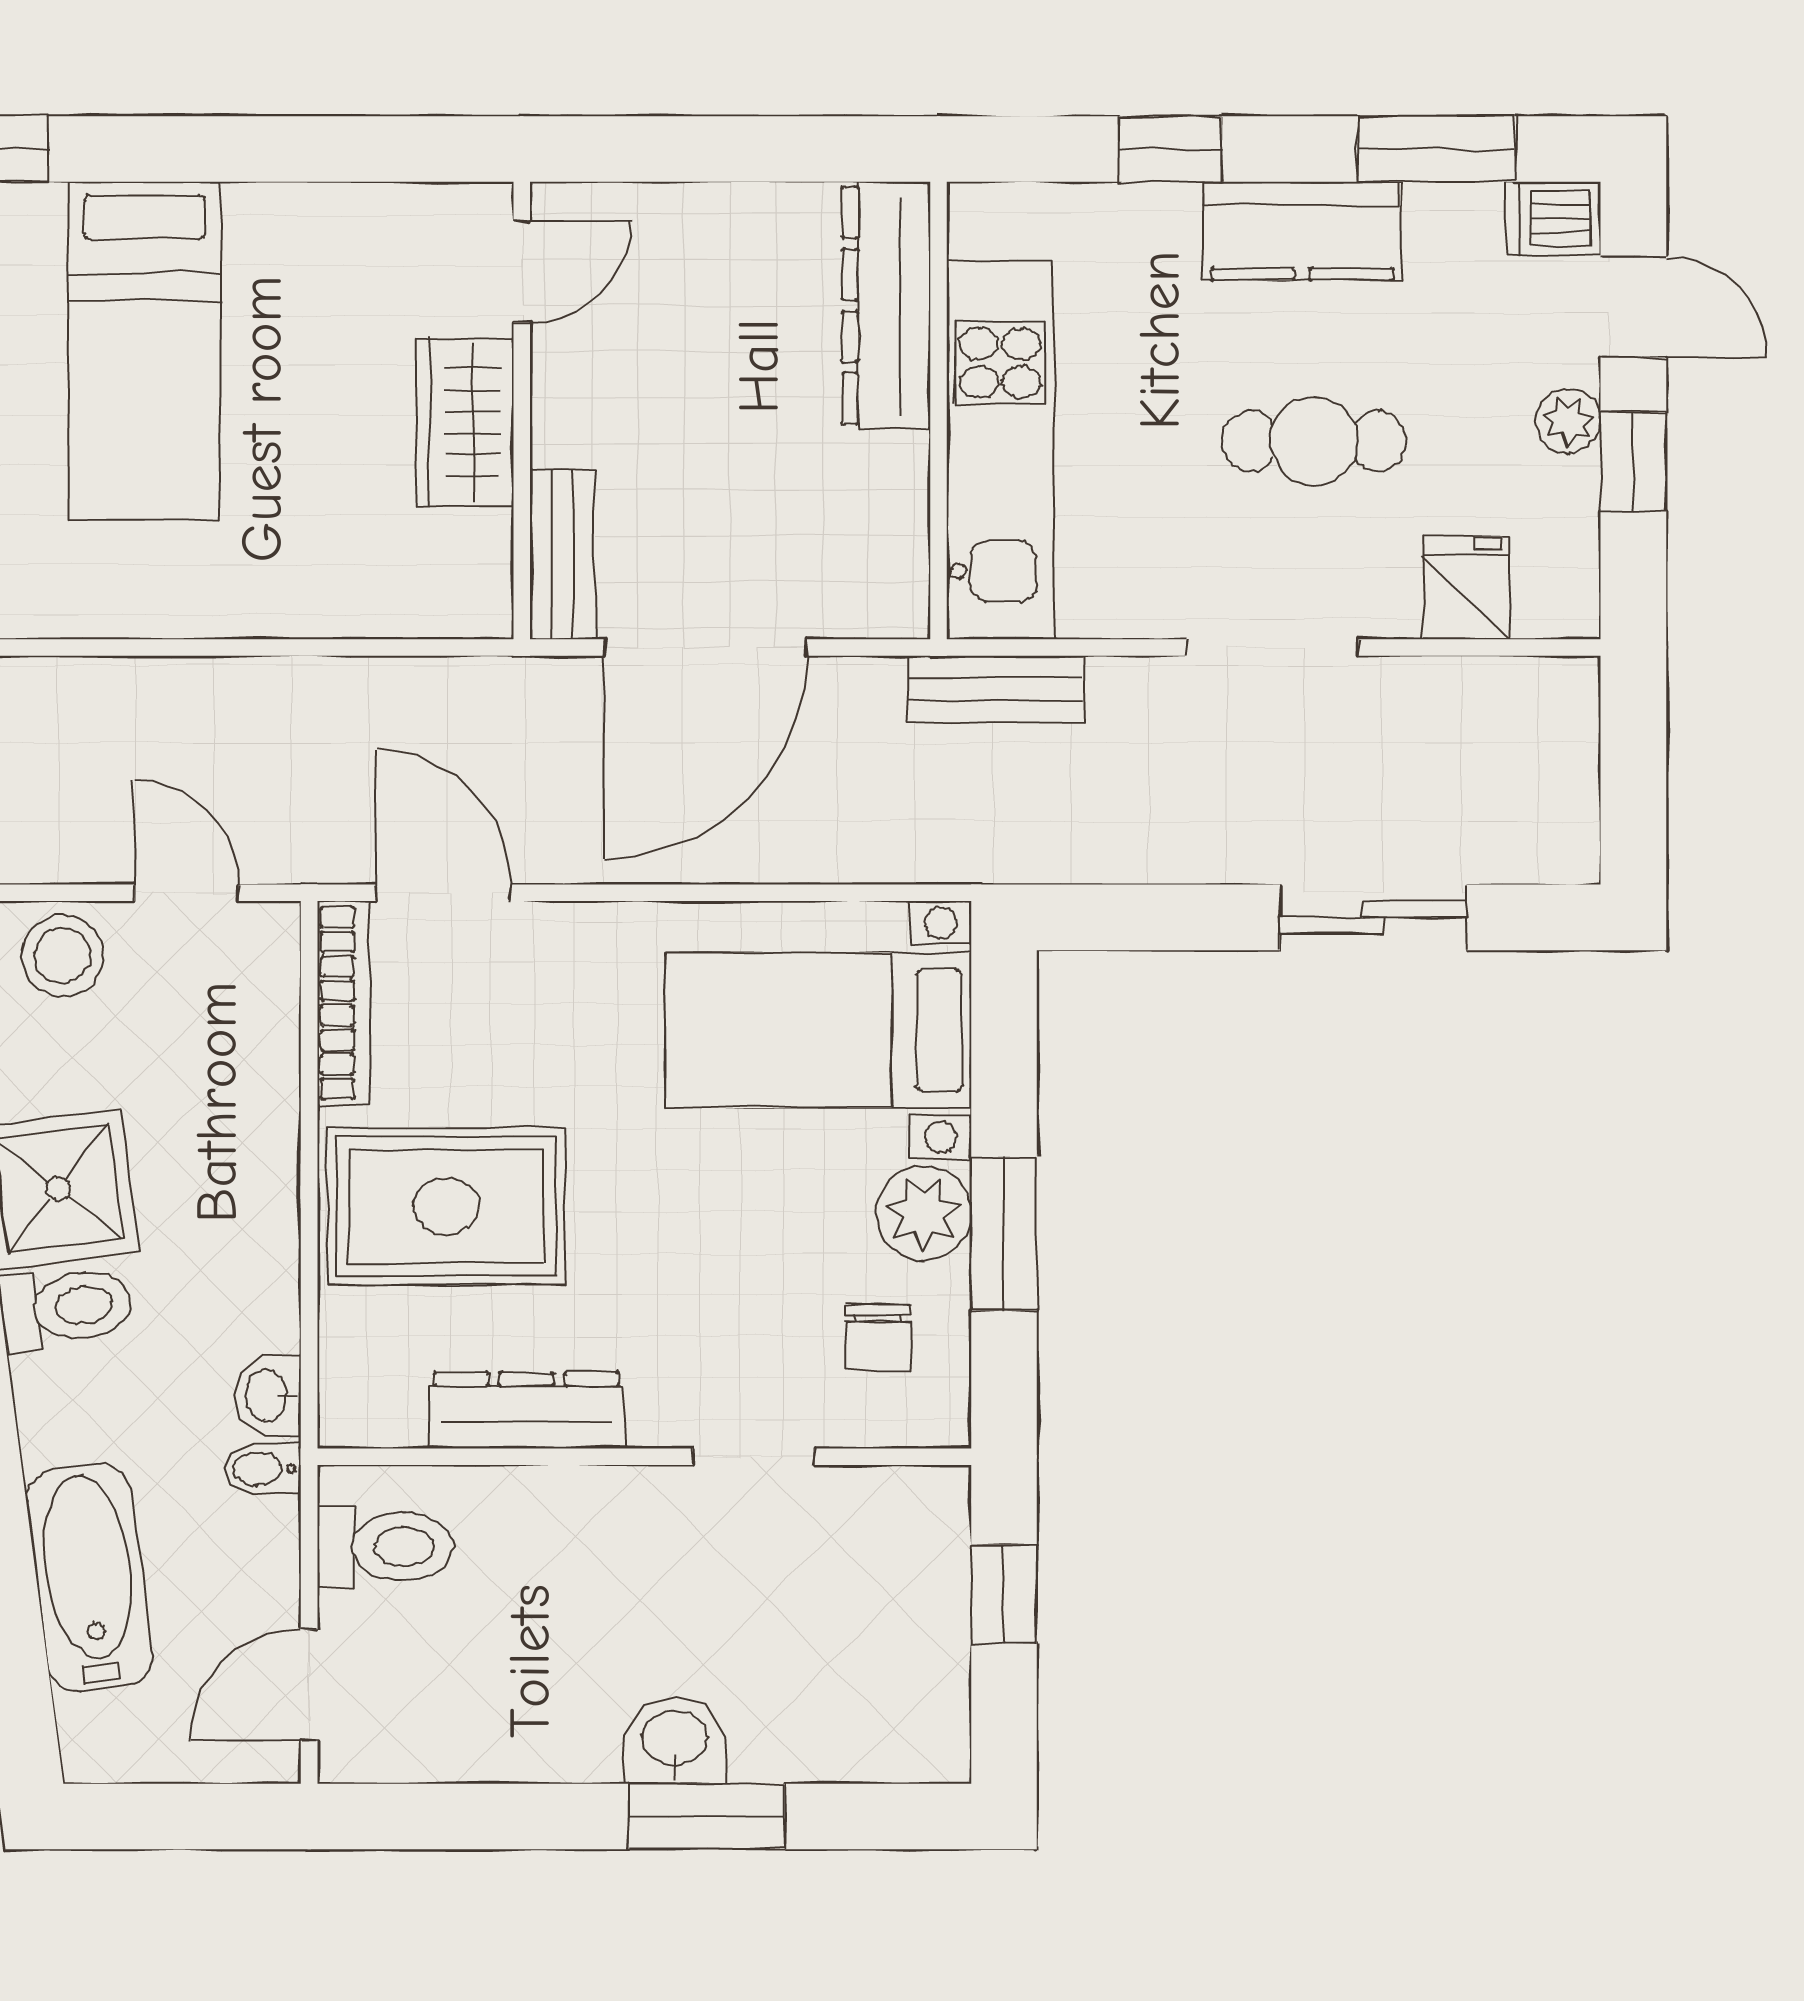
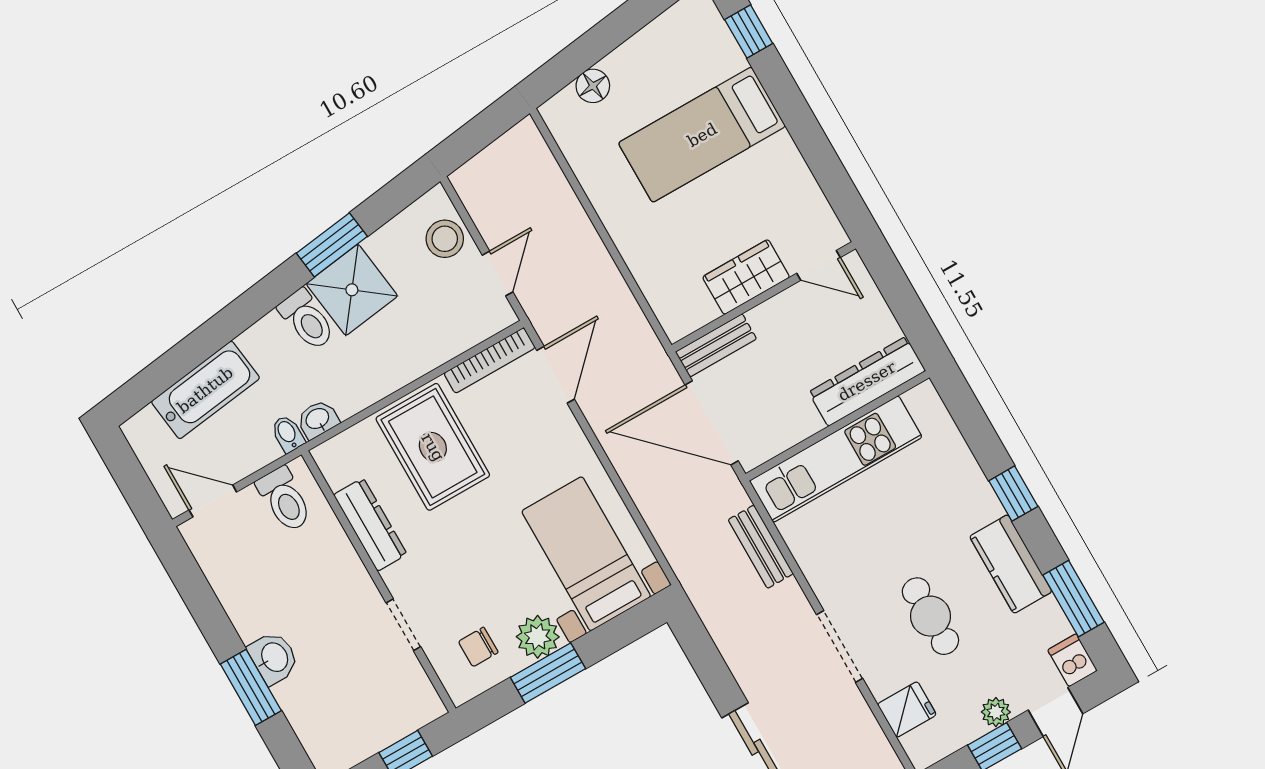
dresser: (886, 306) -> (867, 381), moved
wall: (939, 411) -> (837, 426), moved
kitchen unit: (1000, 450) -> (836, 459), moved

